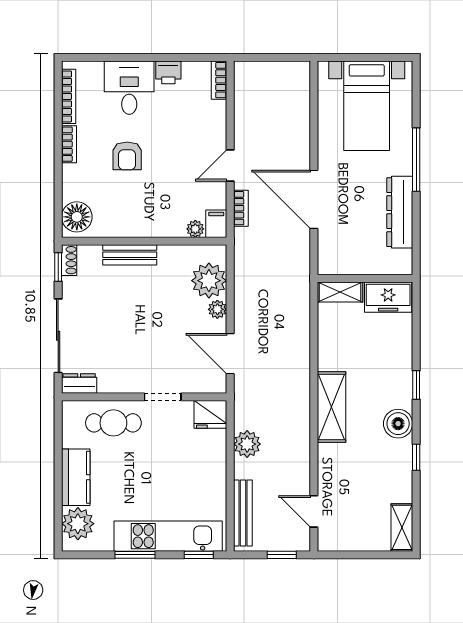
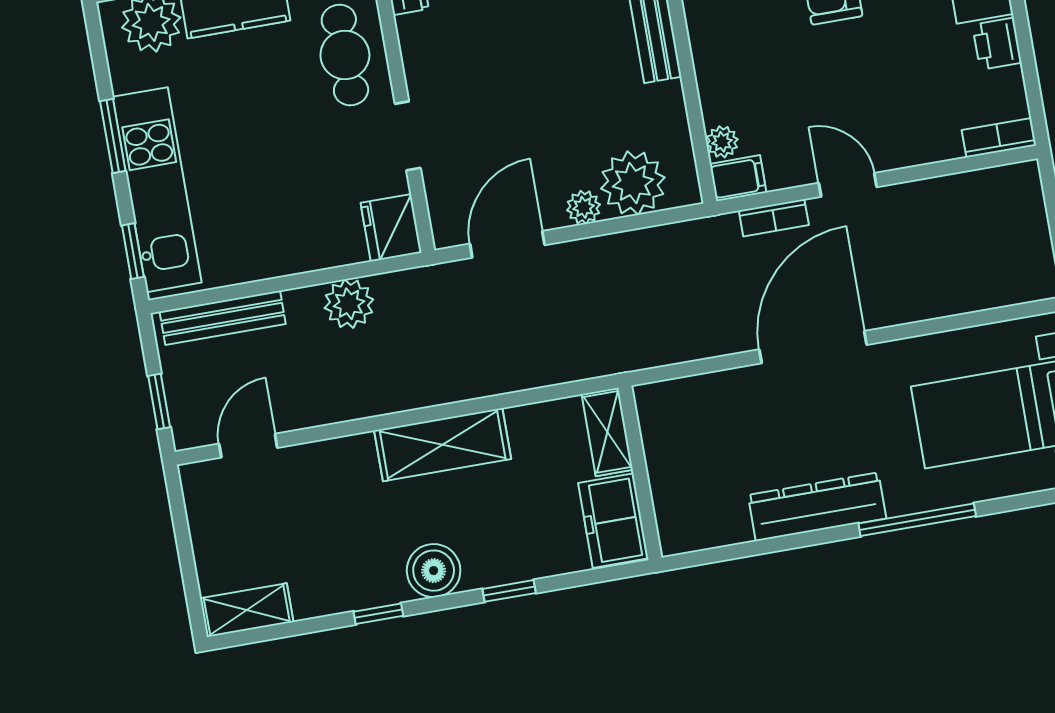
wall: (365, 278) -> (640, 473), moved
shelving: (340, 292) -> (607, 432), moved
freezer: (388, 297) -> (613, 521), moved

